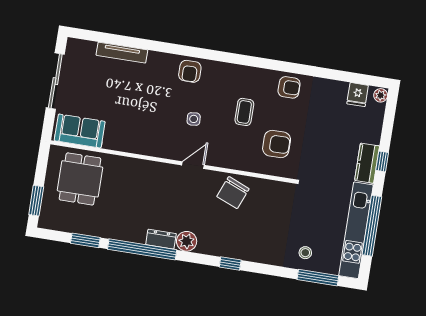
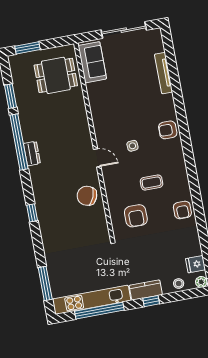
plant: (187, 241) -> (37, 174), removed
stool: (305, 253) -> (179, 284), moved

